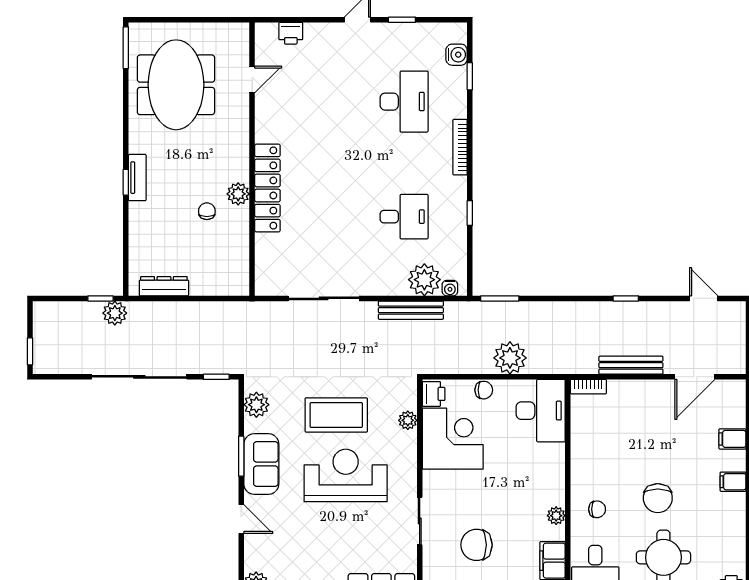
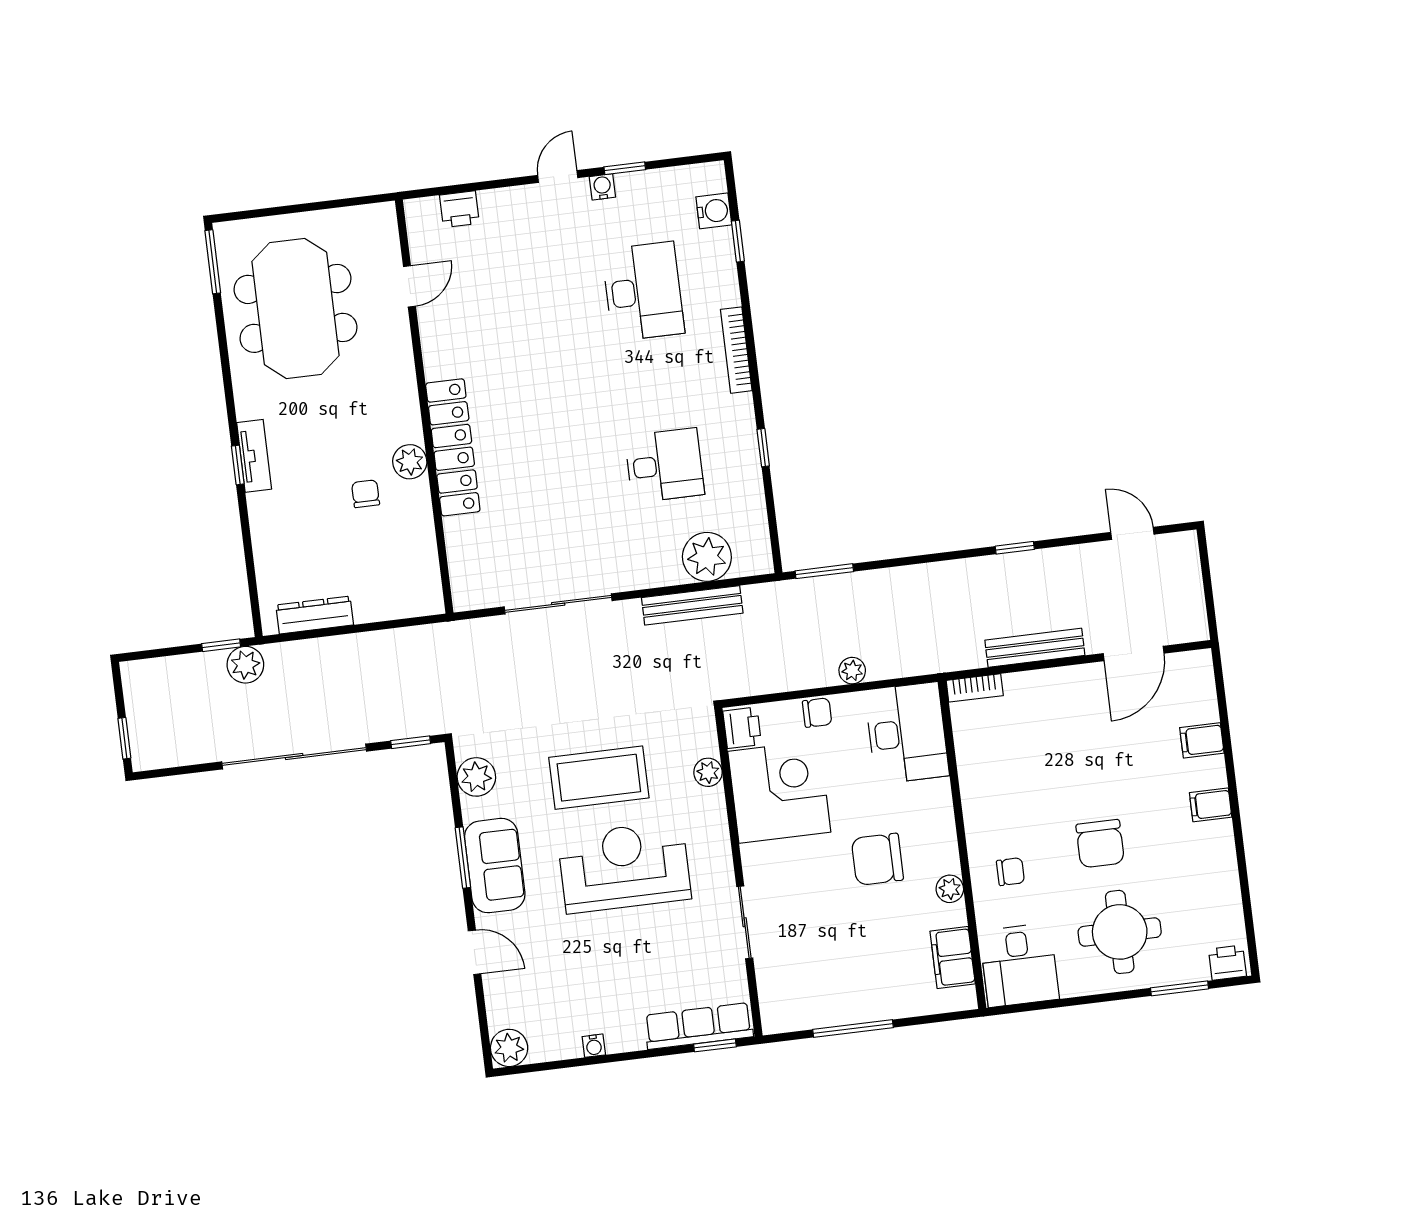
water cooler: (450, 288) -> (602, 187), moved, turned 180
plant: (510, 358) -> (852, 671), width x0.53, depth x0.53
chair: (476, 545) -> (877, 859), moved

